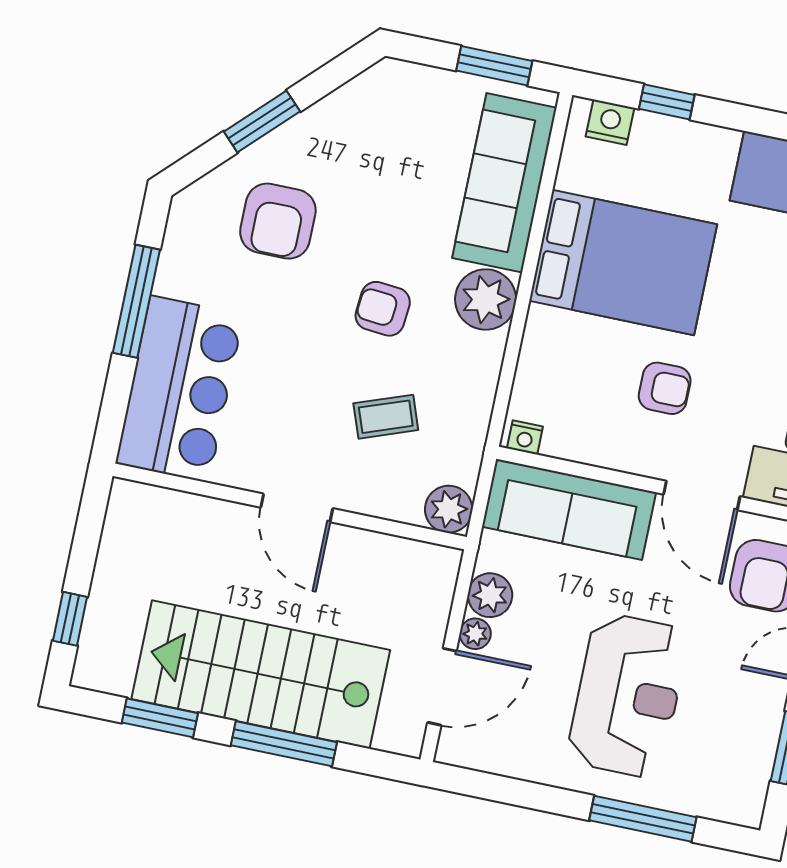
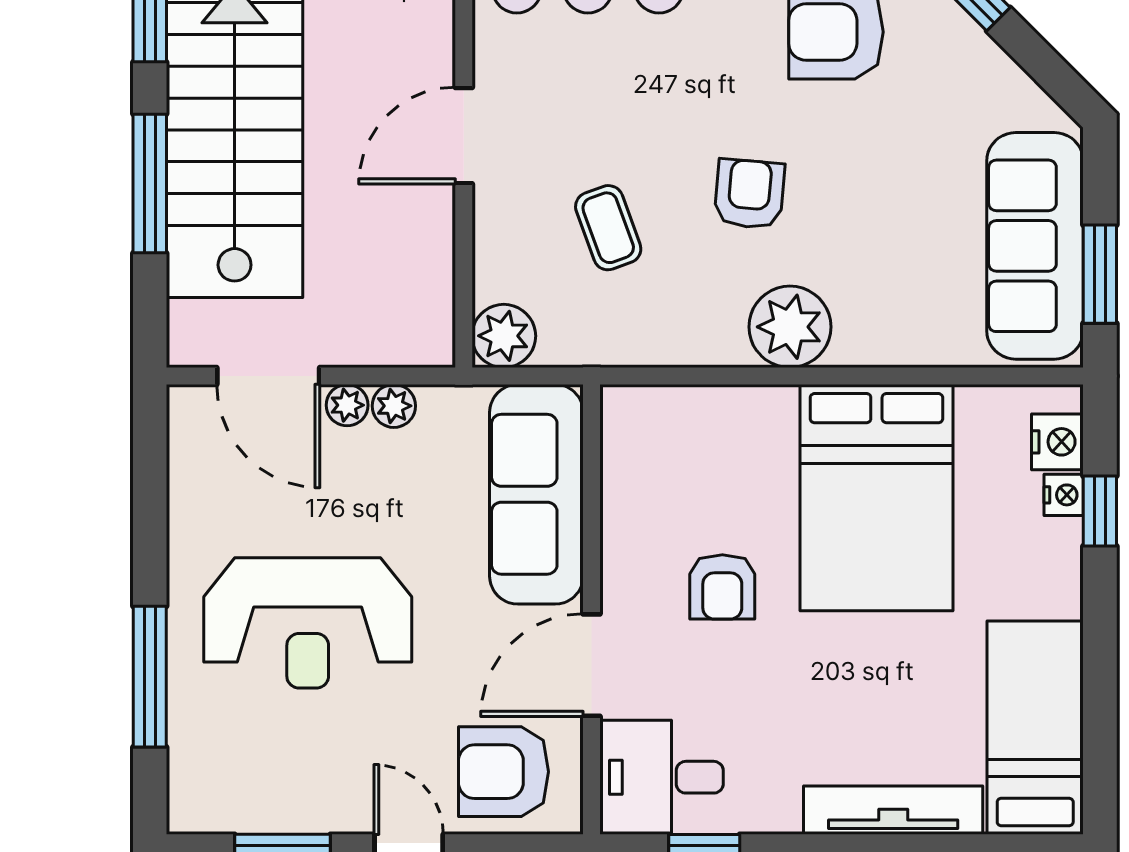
sofa: (504, 183) -> (1035, 246), moved, turned -90
nightstand: (525, 437) -> (1064, 495), moved, turned 180
plant: (490, 595) -> (394, 406), width x0.73, depth x0.73

